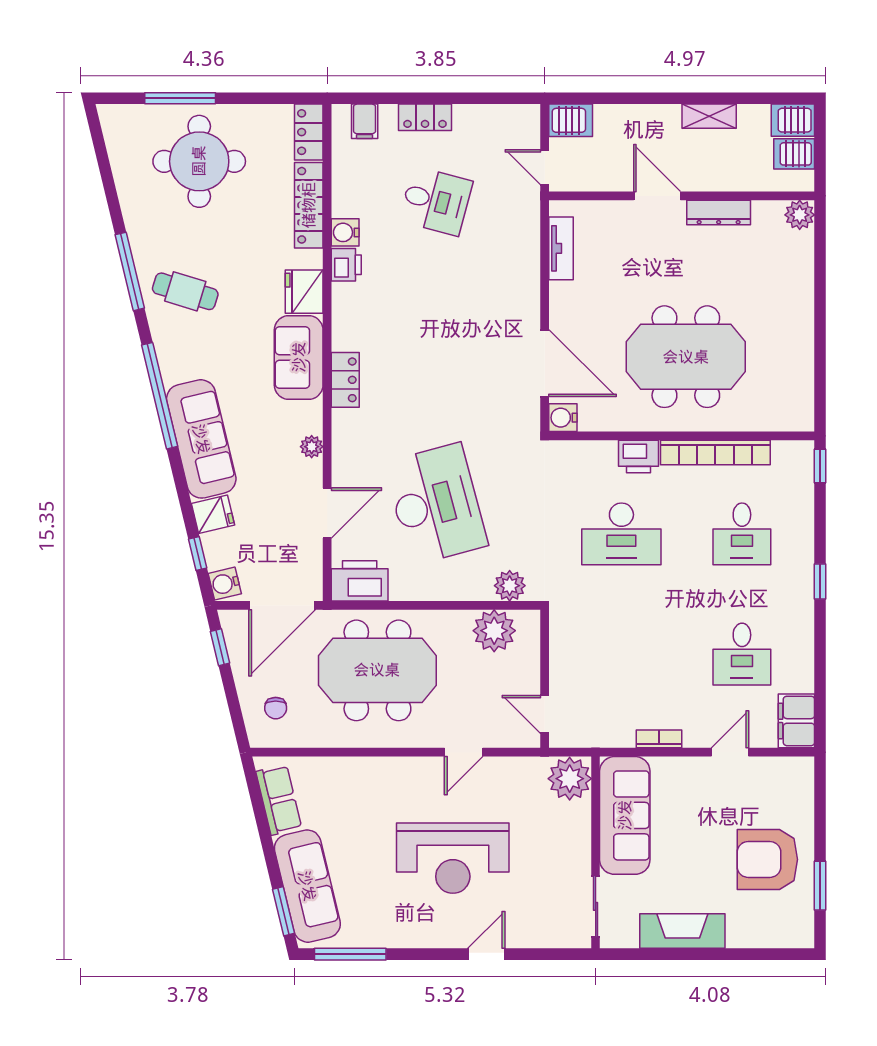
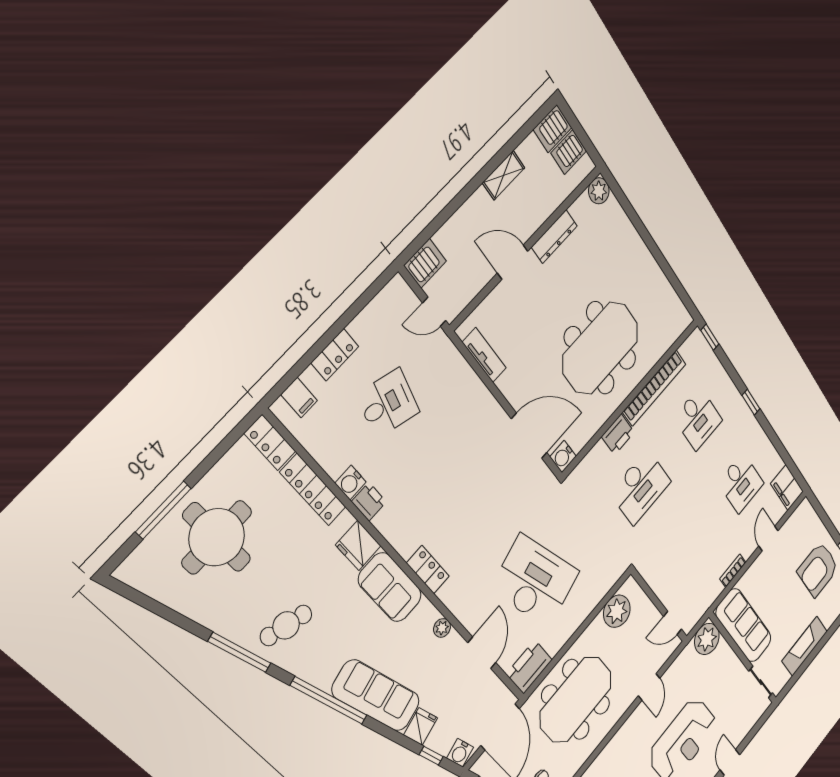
plant: (510, 586) -> (606, 579), removed

